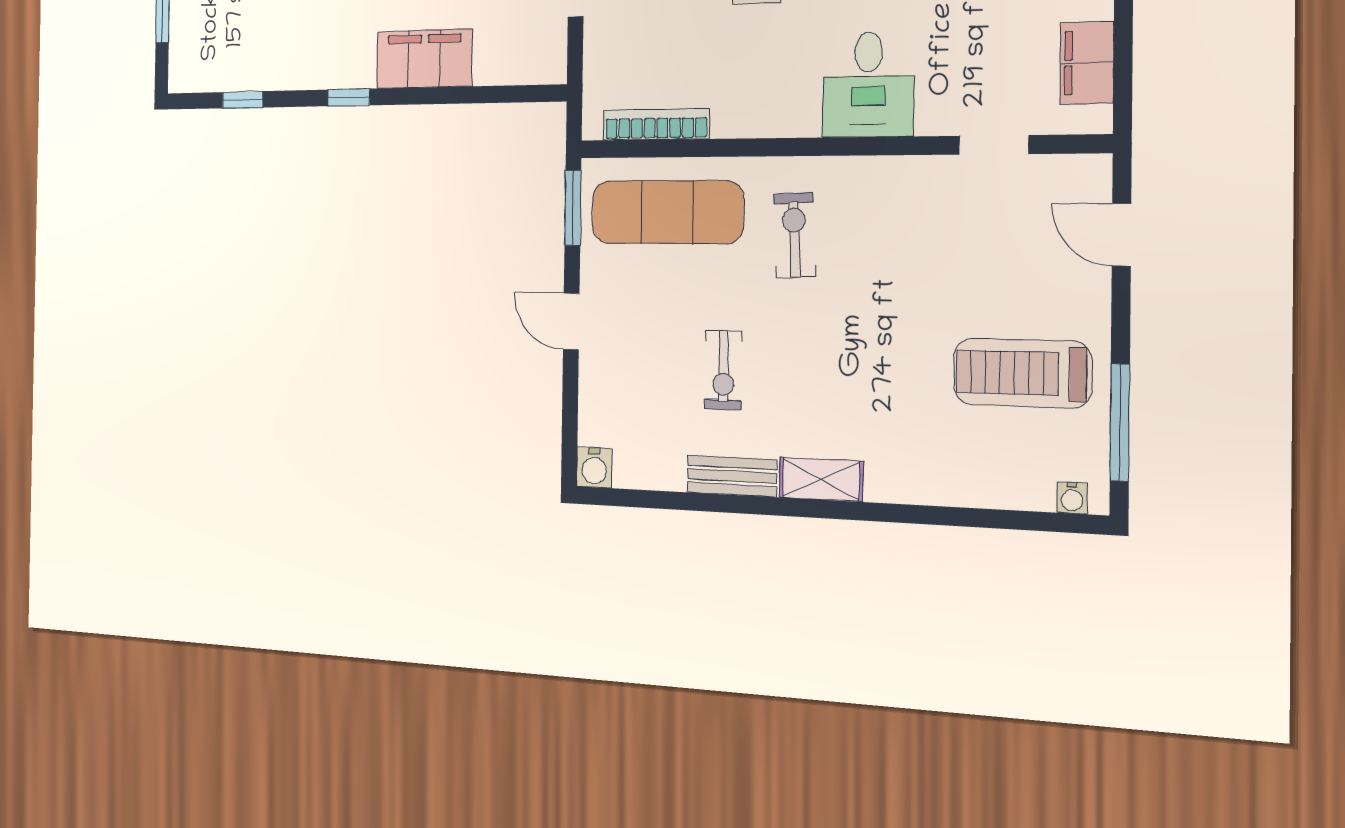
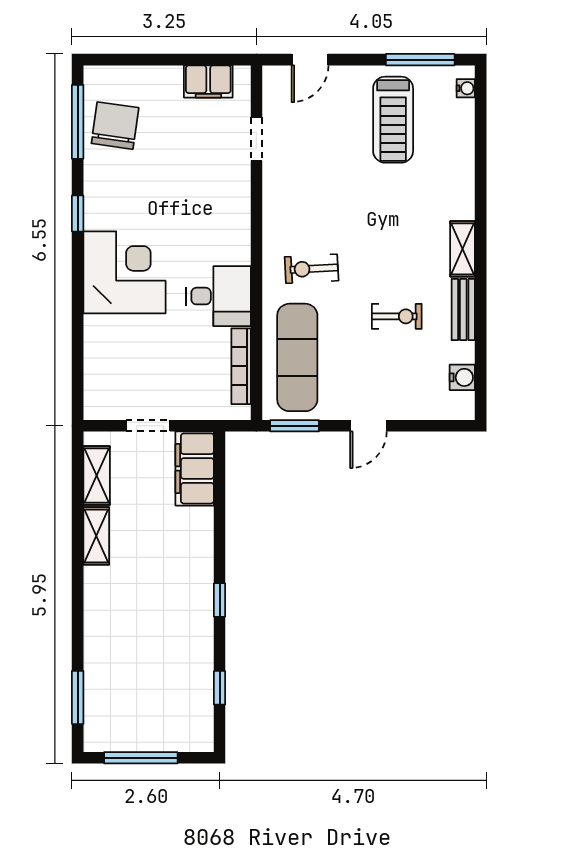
filing cabinet: (424, 59) -> (195, 468), moved
desk: (868, 85) -> (218, 296), moved
water cooler: (594, 467) -> (462, 377), moved

